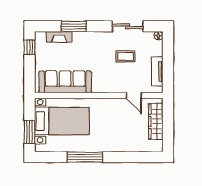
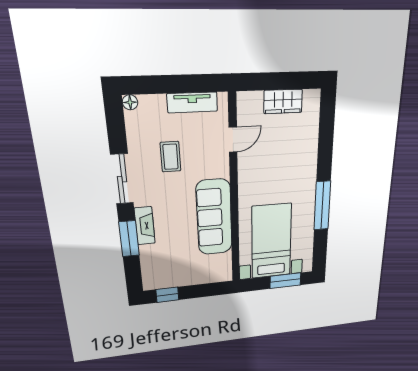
sliding door: (128, 26) -> (122, 179), moved
fireplace: (59, 37) -> (145, 226), moved
sofa: (65, 82) -> (214, 217), moved
wardrobe: (156, 121) -> (283, 101), width x0.67

